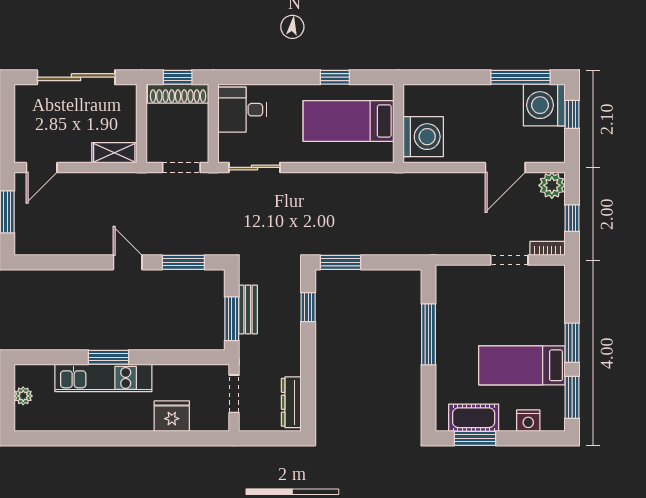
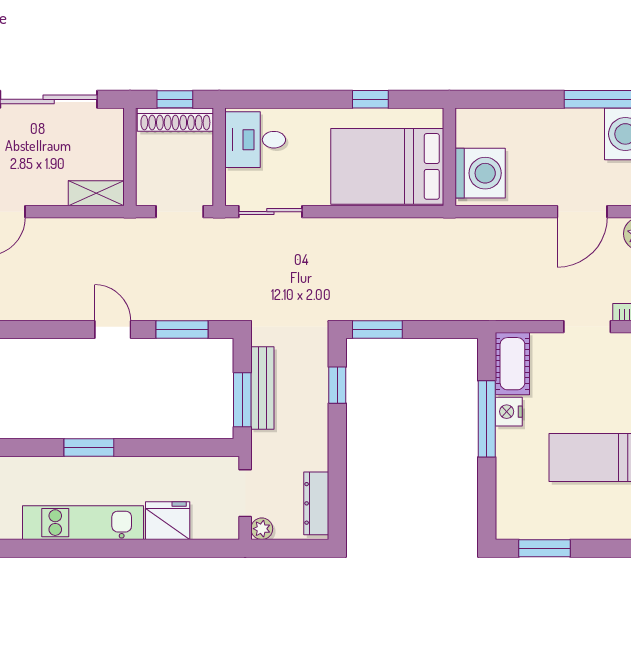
bed: (348, 121) -> (387, 166), width x1.50
bench: (248, 309) -> (262, 388), width x1.36
kitchen unit: (103, 378) -> (83, 523), moved, turned 180
cot: (474, 418) -> (512, 364), moved, turned 90
nightstand: (528, 421) -> (509, 412), moved, turned 90
plant: (247, 423) -> (262, 529), added

